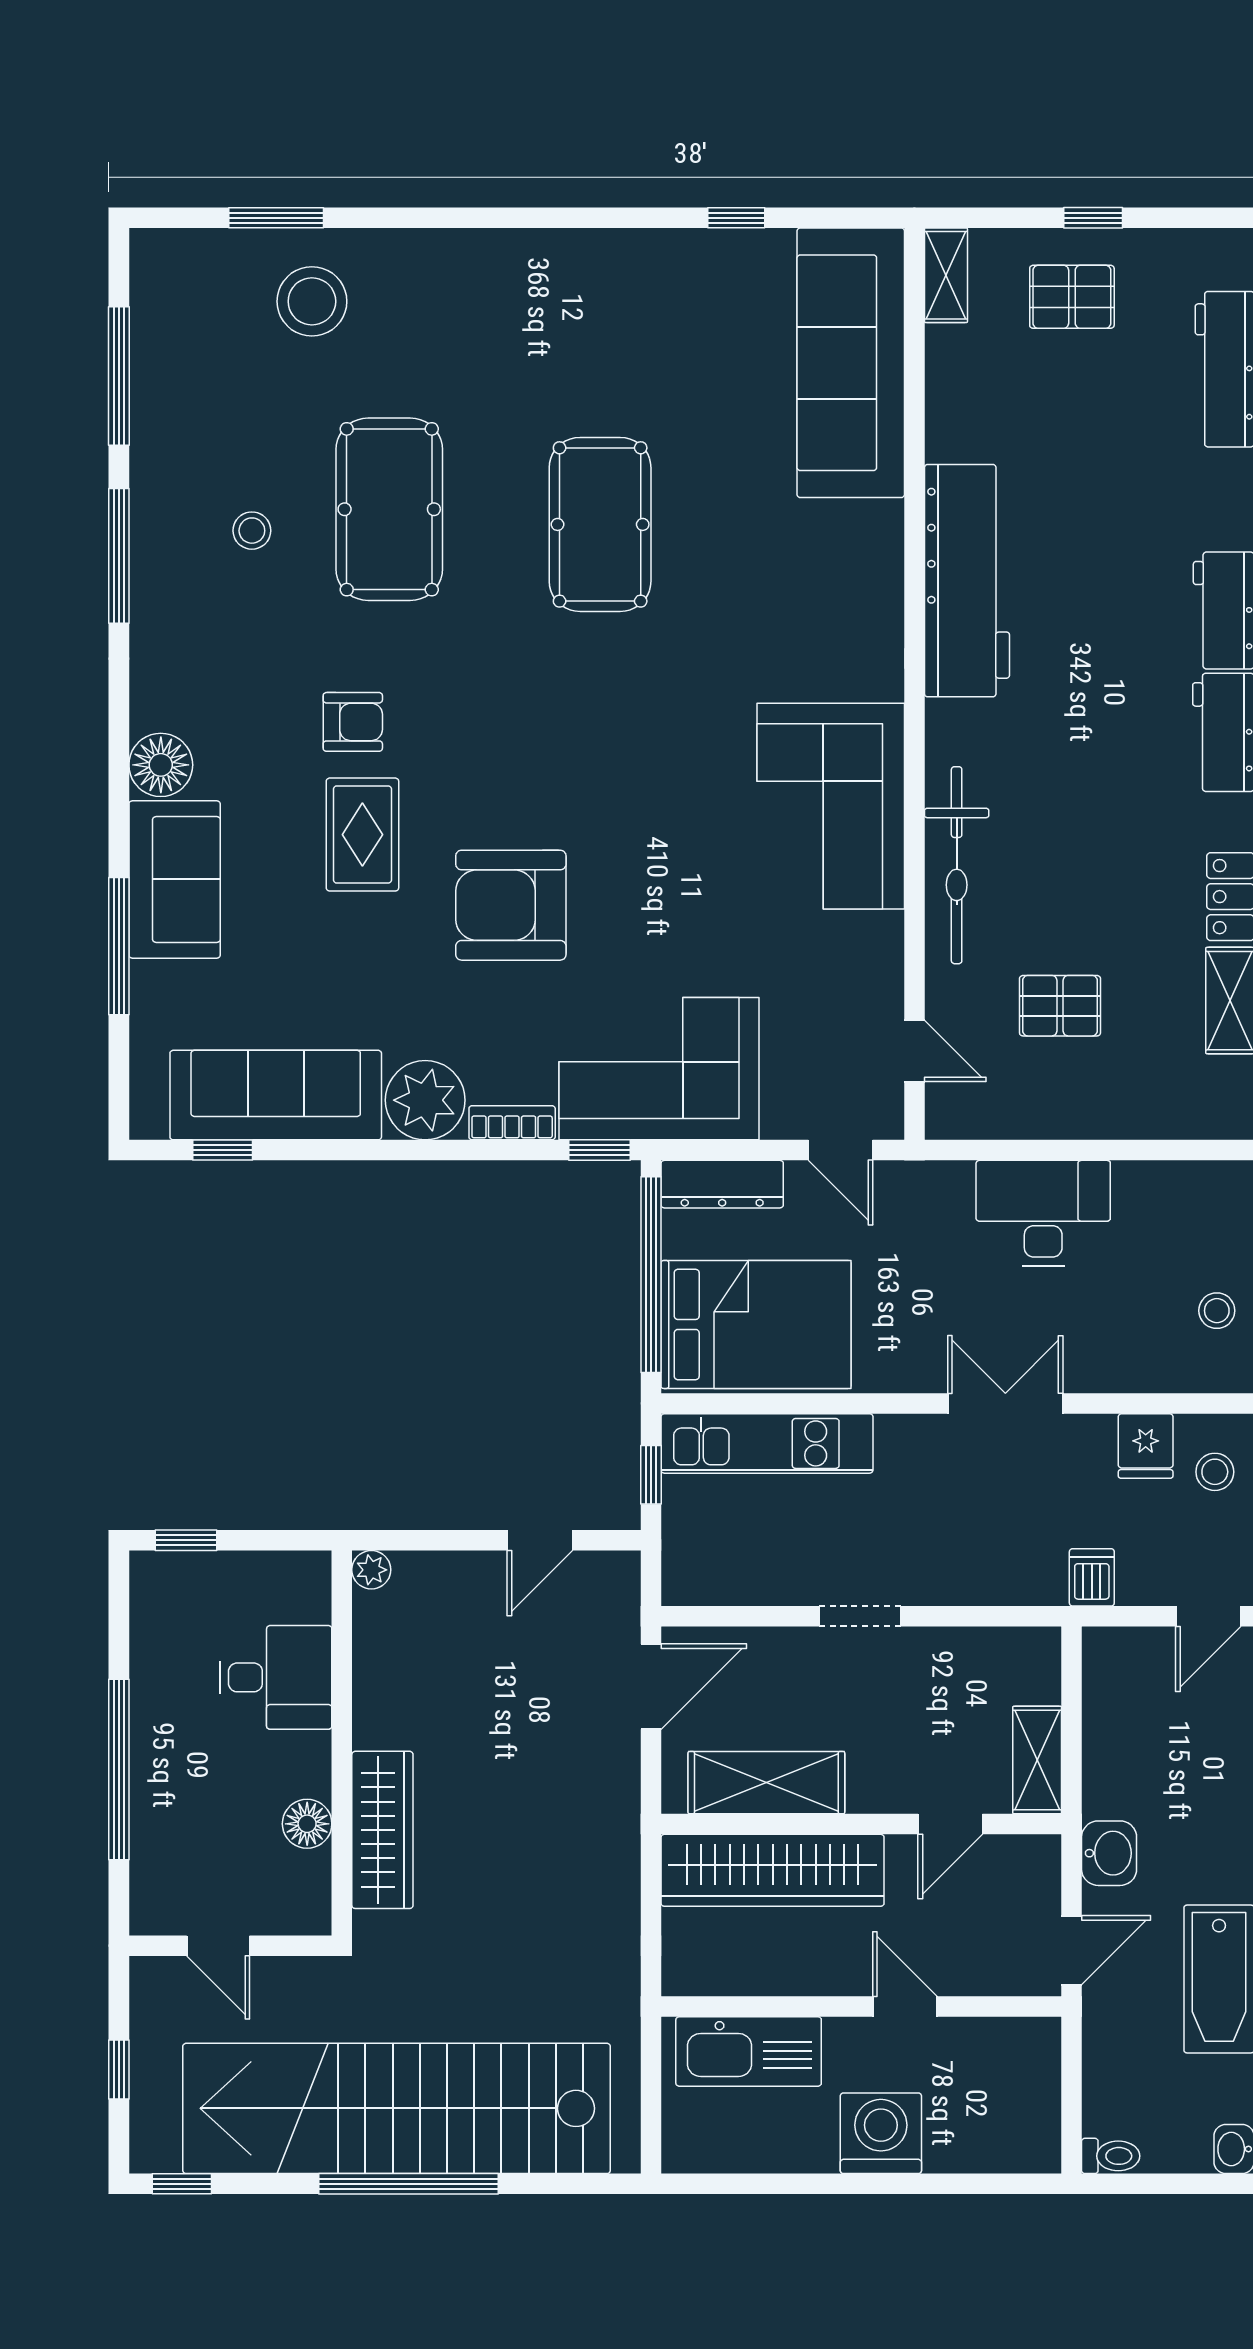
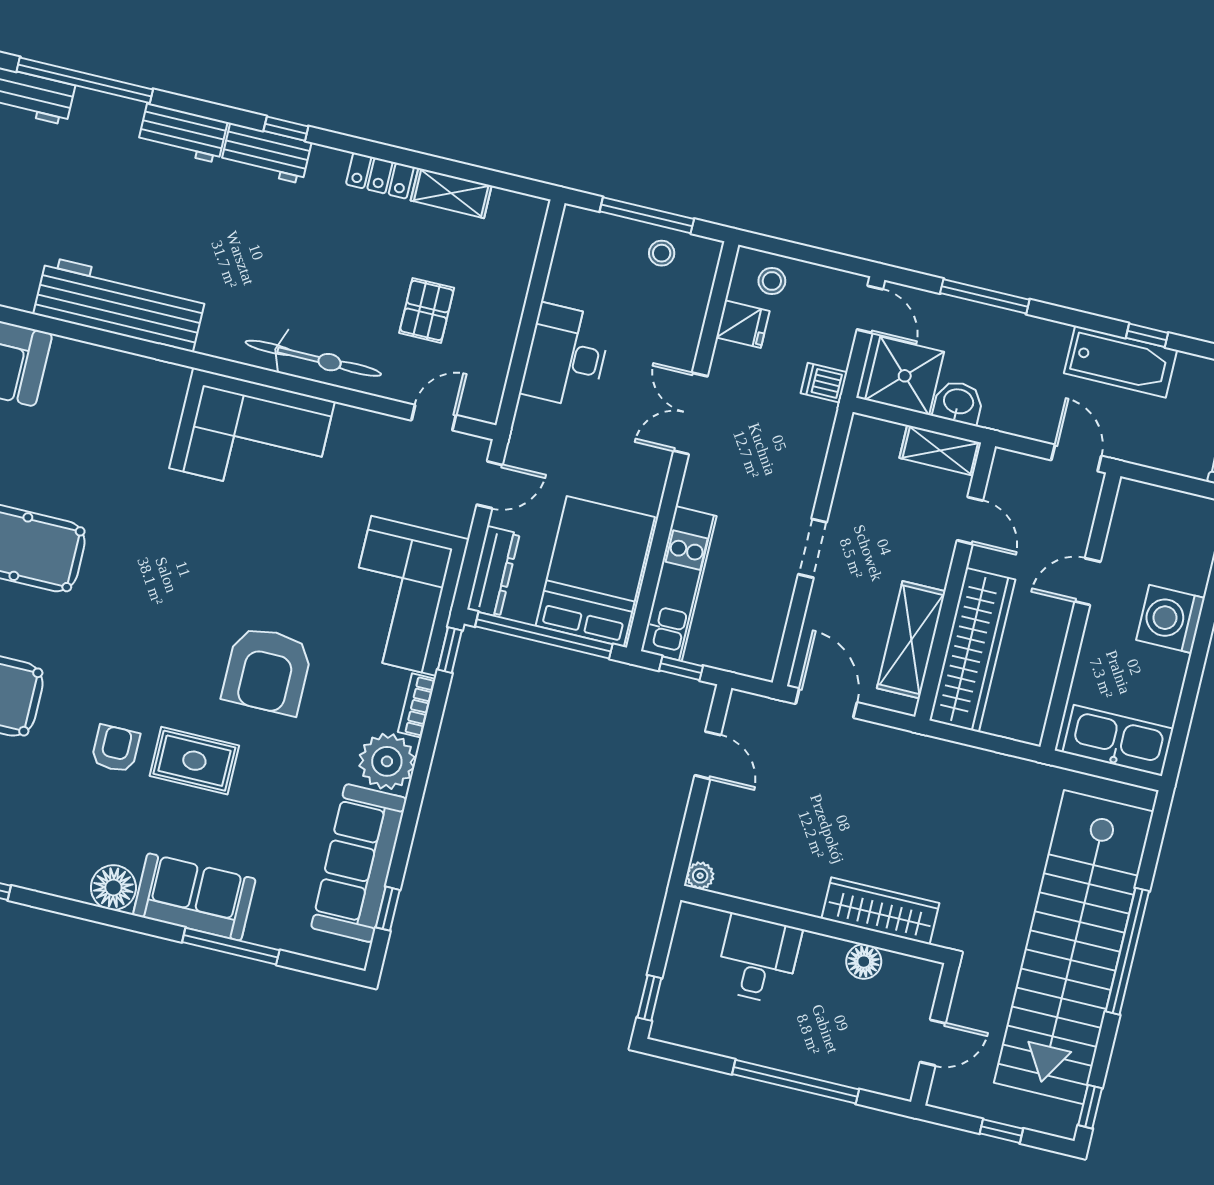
shower: (1128, 1686) -> (905, 376), added
washbasin: (1109, 1853) -> (958, 402), moved
kitchen sink: (749, 2051) -> (1118, 741), moved, turned -90

